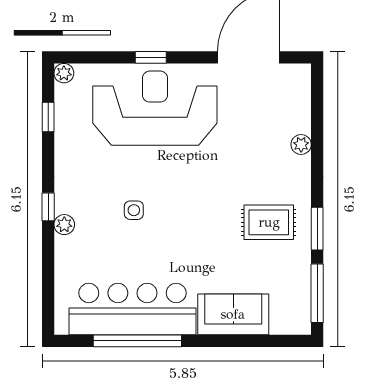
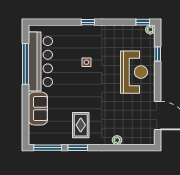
window: (151, 57) -> (158, 54), moved
reception desk: (155, 108) -> (134, 72), width x0.74, depth x0.77
window: (48, 117) -> (143, 22), moved
plant: (64, 225) -> (80, 30), removed

